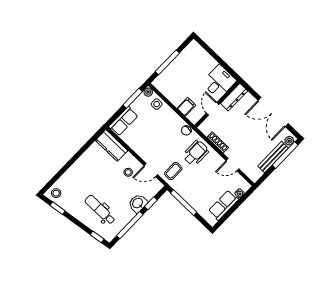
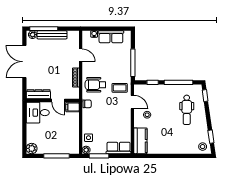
plant: (194, 47) -> (32, 148), added
filing cabinet: (186, 107) -> (73, 107), moved
door: (213, 109) -> (58, 101), hinge flipped
double door: (273, 112) -> (24, 62), swing flipped
washbasin: (138, 203) -> (160, 90), removed

